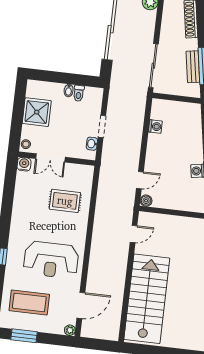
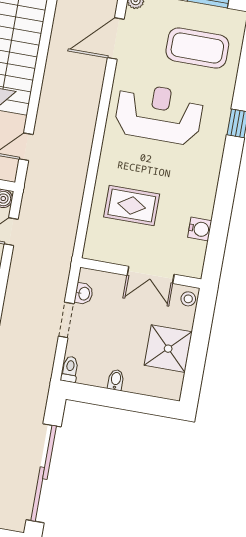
toilet: (79, 93) -> (70, 369), moved
double door: (50, 158) -> (151, 275), swing flipped
water cooler: (24, 164) -> (200, 229), moved, turned -90

